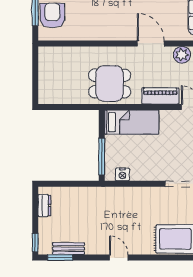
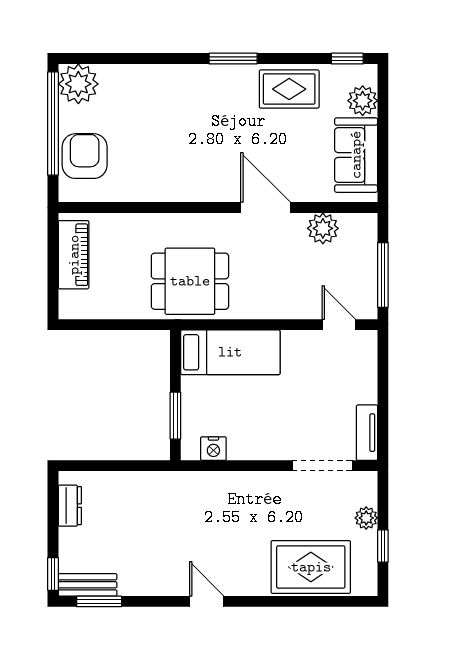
piano: (160, 96) -> (74, 255), moved, turned 90
window: (102, 157) -> (175, 416), width x0.69
bench: (68, 249) -> (88, 585), moved

